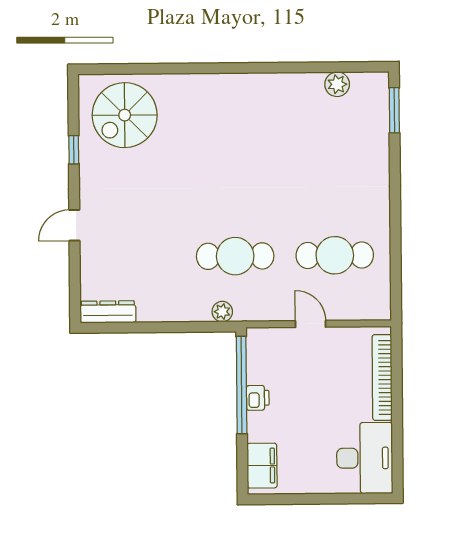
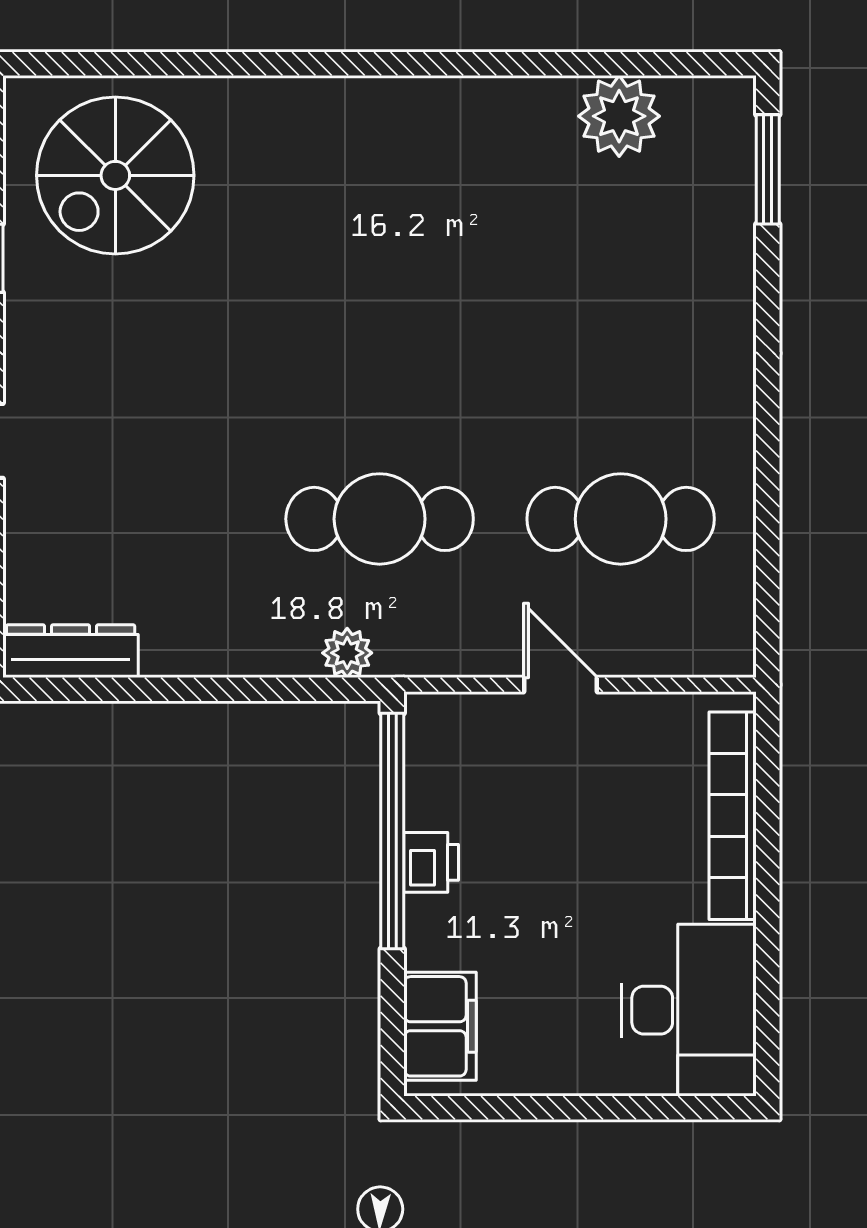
plant: (337, 84) -> (619, 116), width x1.36, depth x1.36

